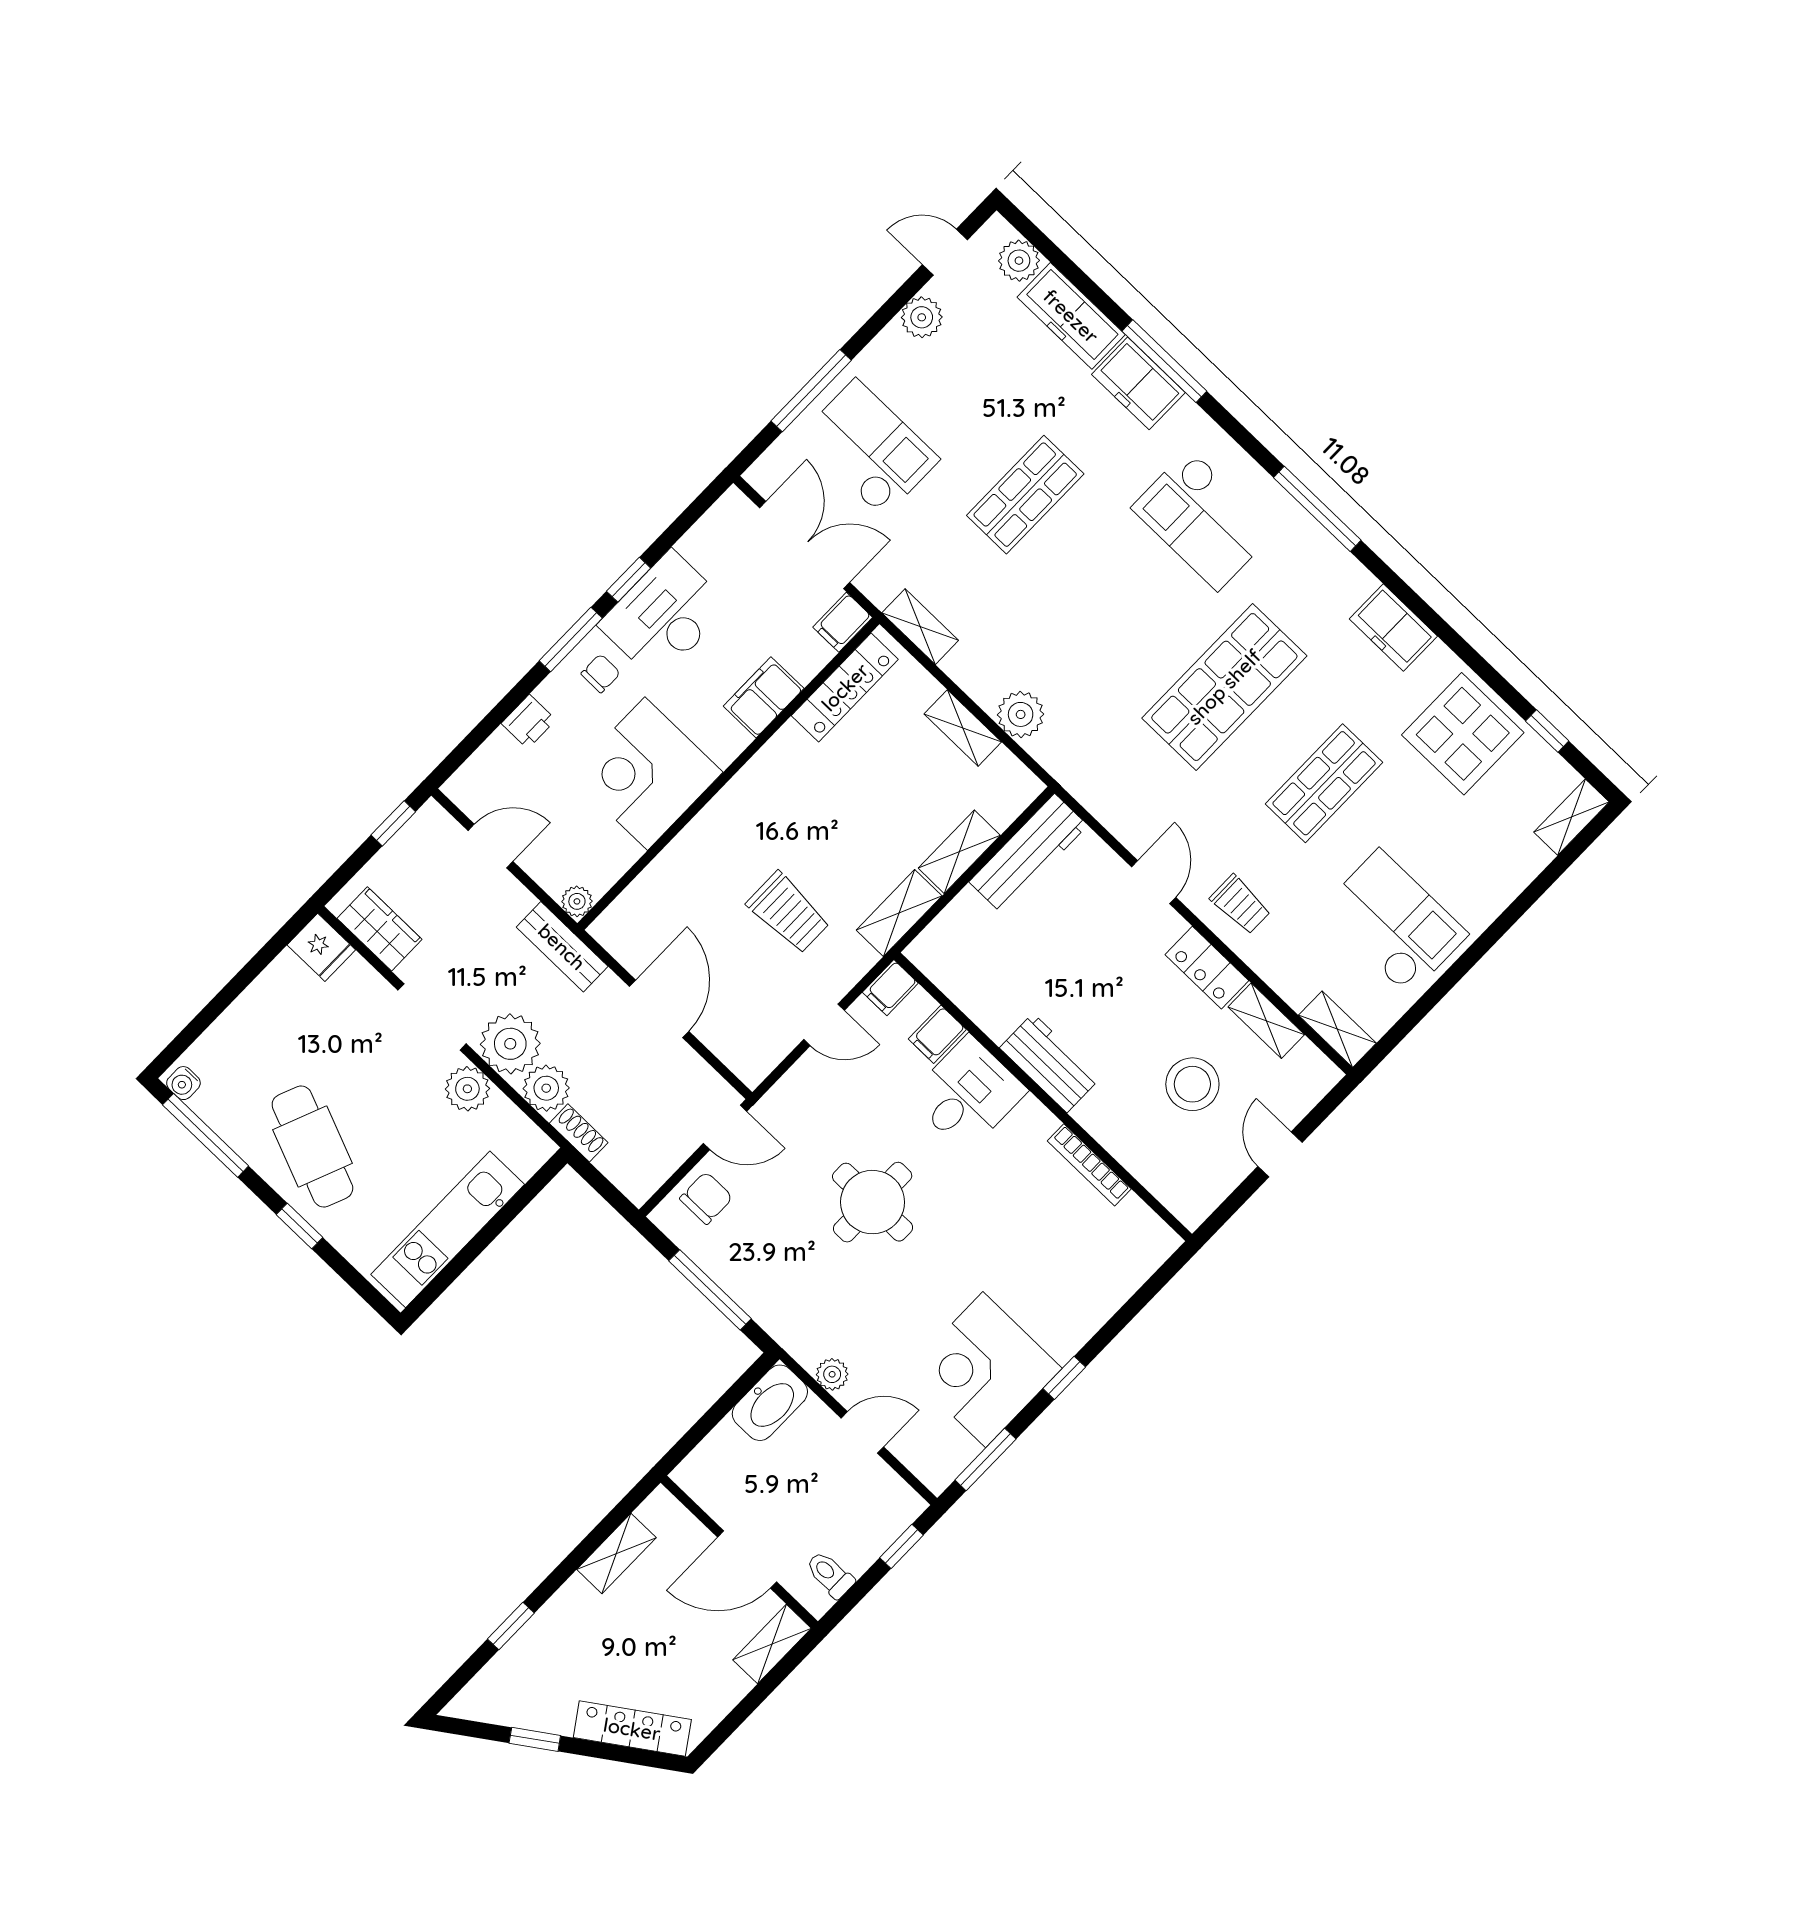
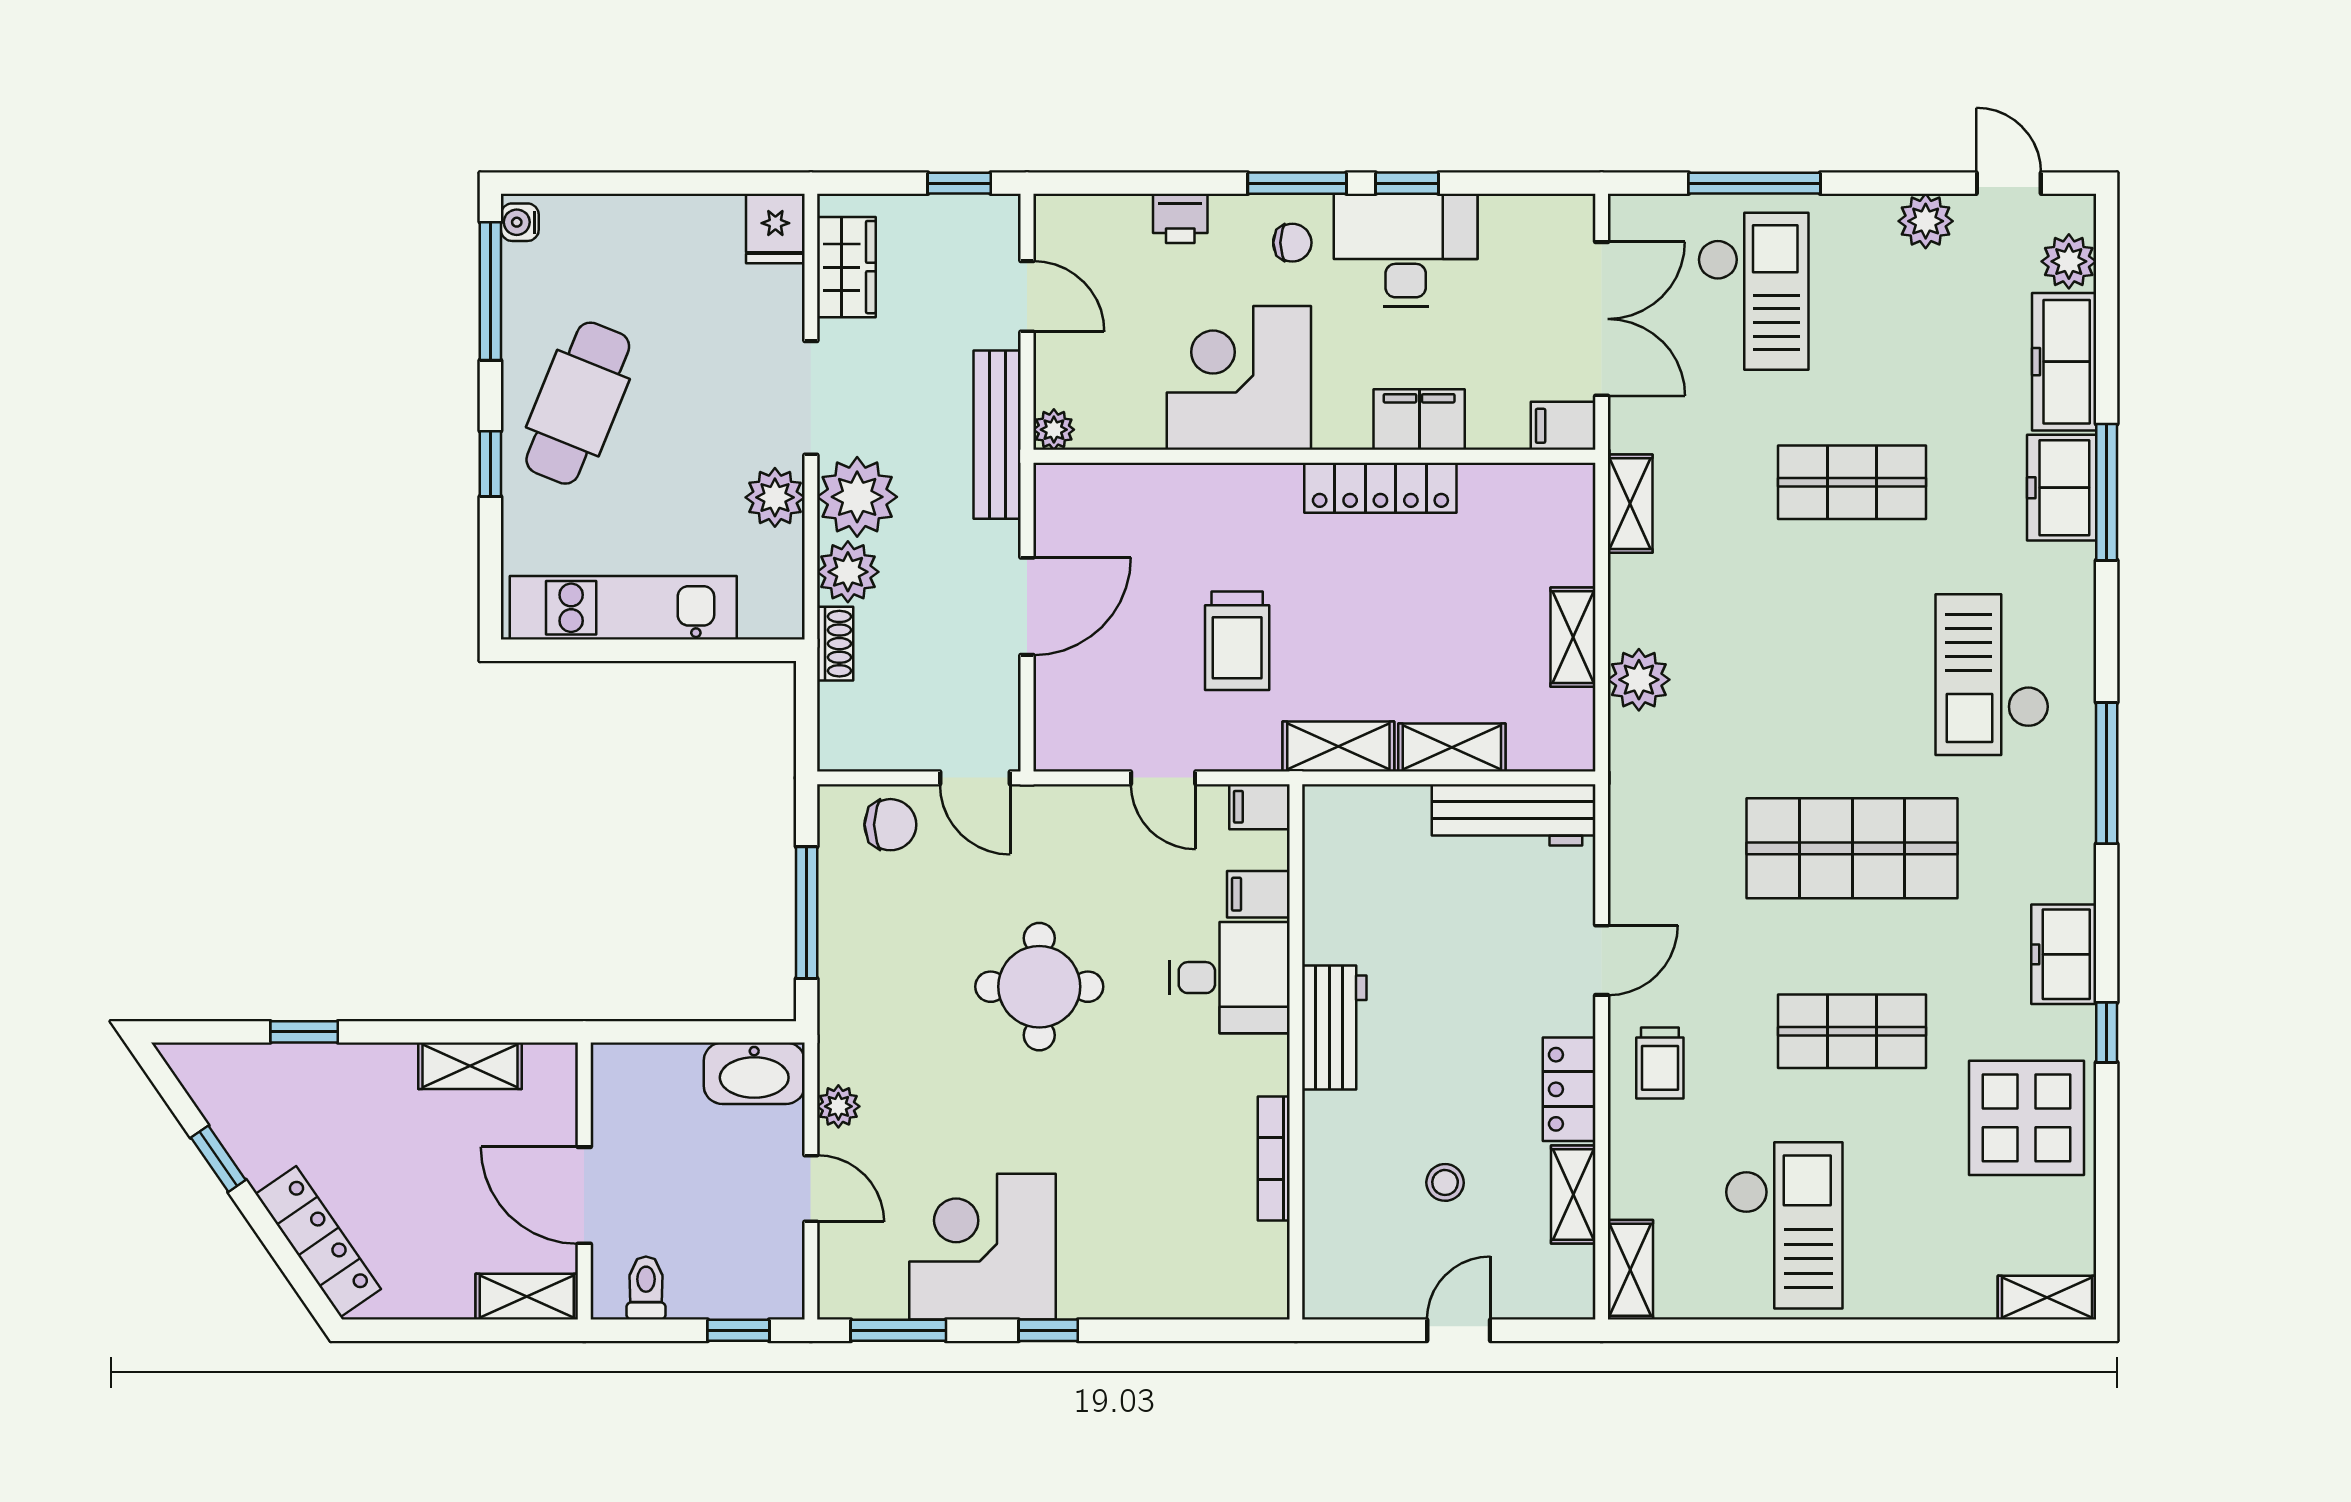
locker: (845, 687) -> (1380, 488), moved
window: (1547, 731) -> (2107, 1032), moved
bench: (562, 947) -> (997, 435), width x1.36
stool: (1192, 1084) -> (1445, 1182), width x0.53, depth x0.53

